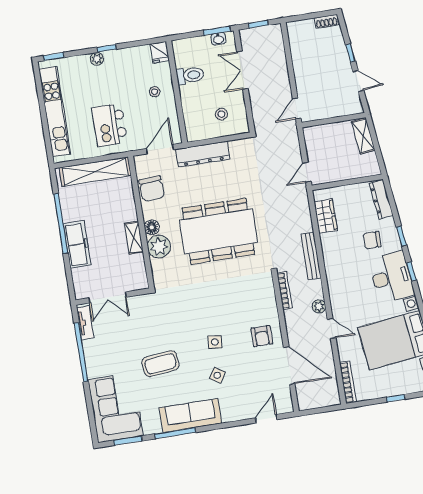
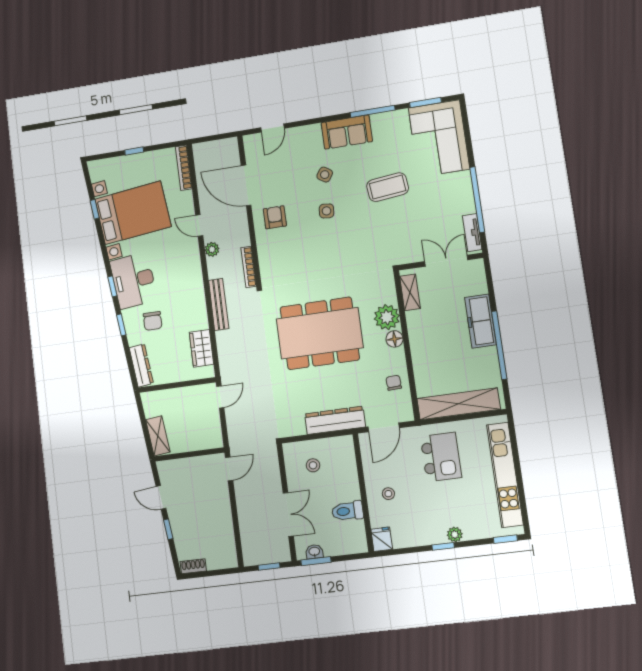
chair: (152, 189) -> (394, 383), width x0.54, depth x0.54
shelving: (134, 238) -> (410, 292), moved
chair: (372, 240) -> (153, 321), turned 90
sofa: (190, 416) -> (347, 132), width x0.73

